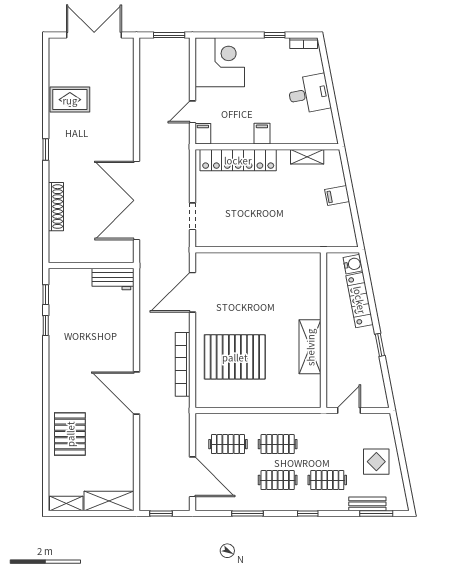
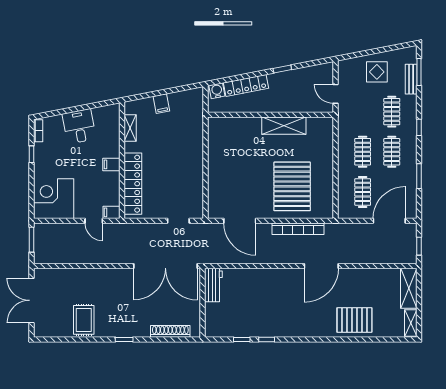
wall: (91, 266) -> (203, 303), moved
workbench: (113, 279) -> (213, 285), moved

